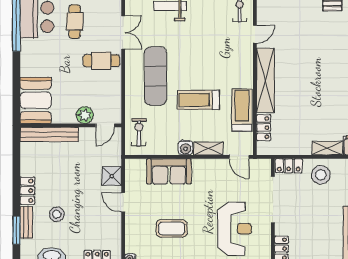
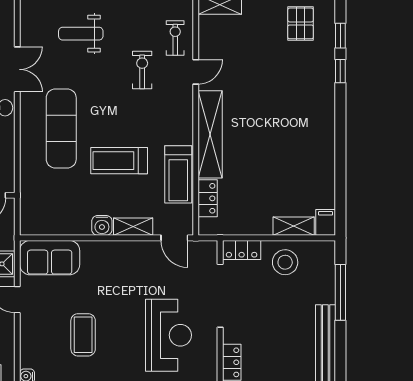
treadmill: (242, 110) -> (178, 174), turned 180
exercise bike: (139, 132) -> (142, 70), moved
sofa: (169, 171) -> (50, 258), moved
coffee table: (172, 228) -> (83, 335), turned 90

